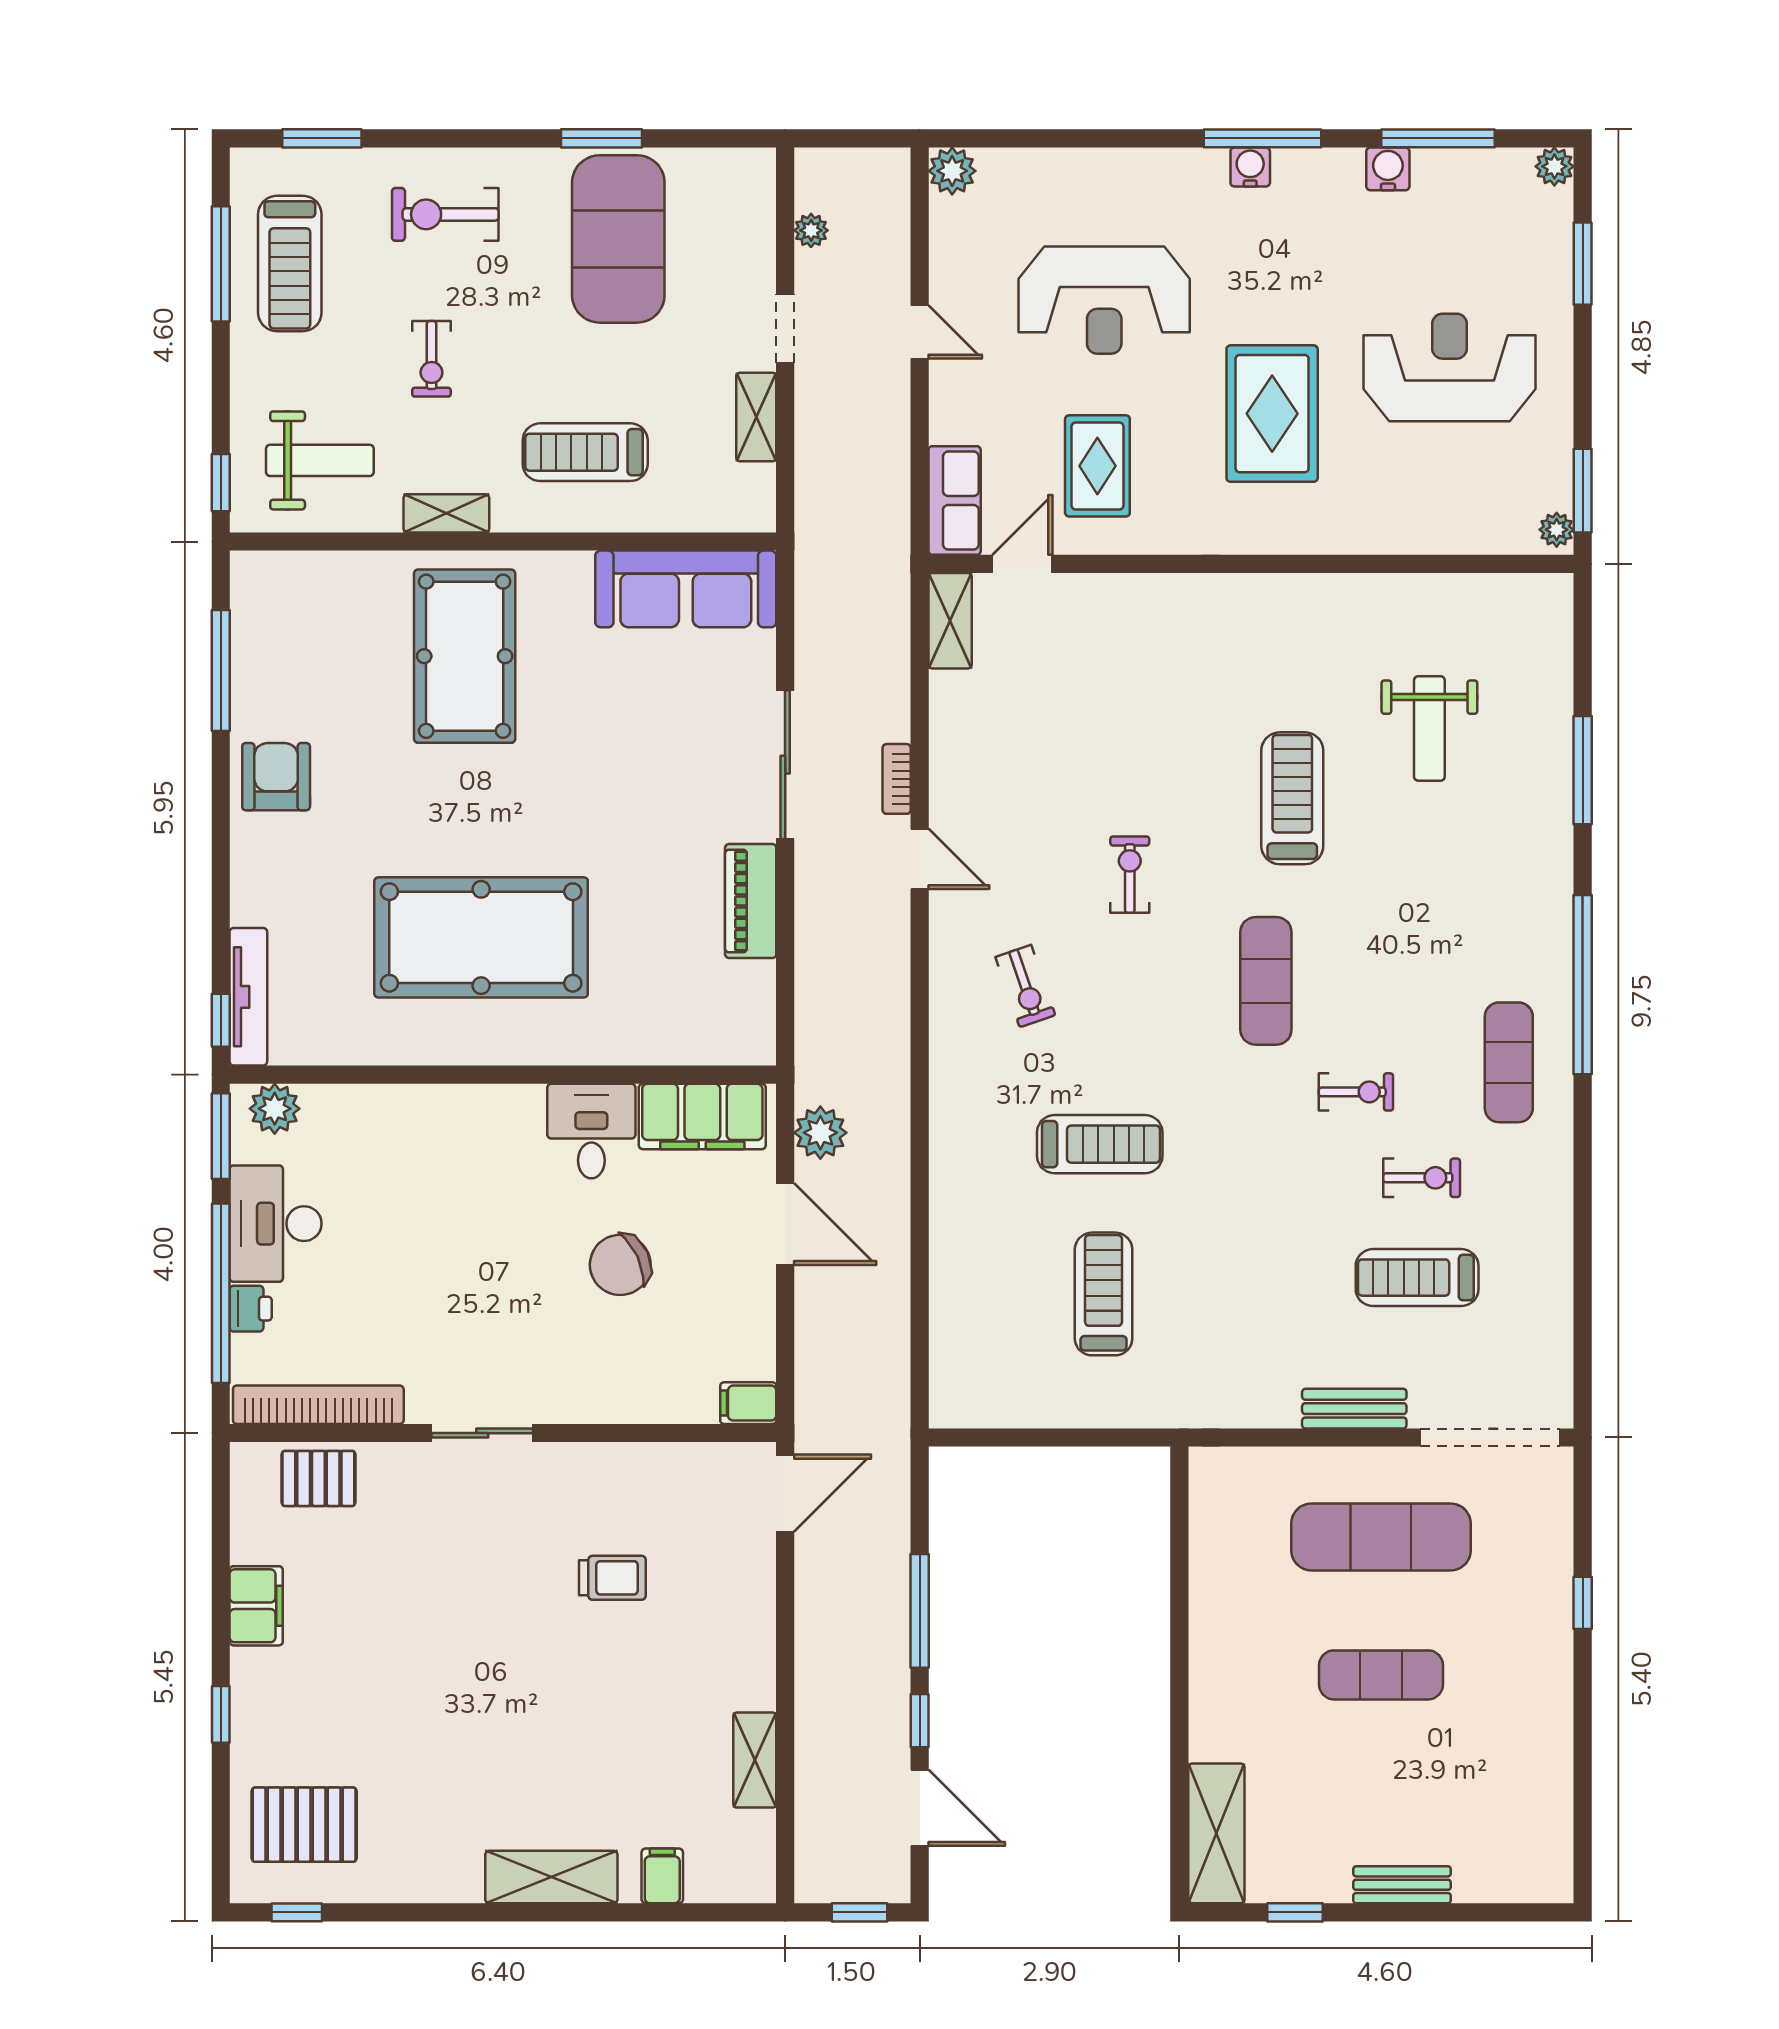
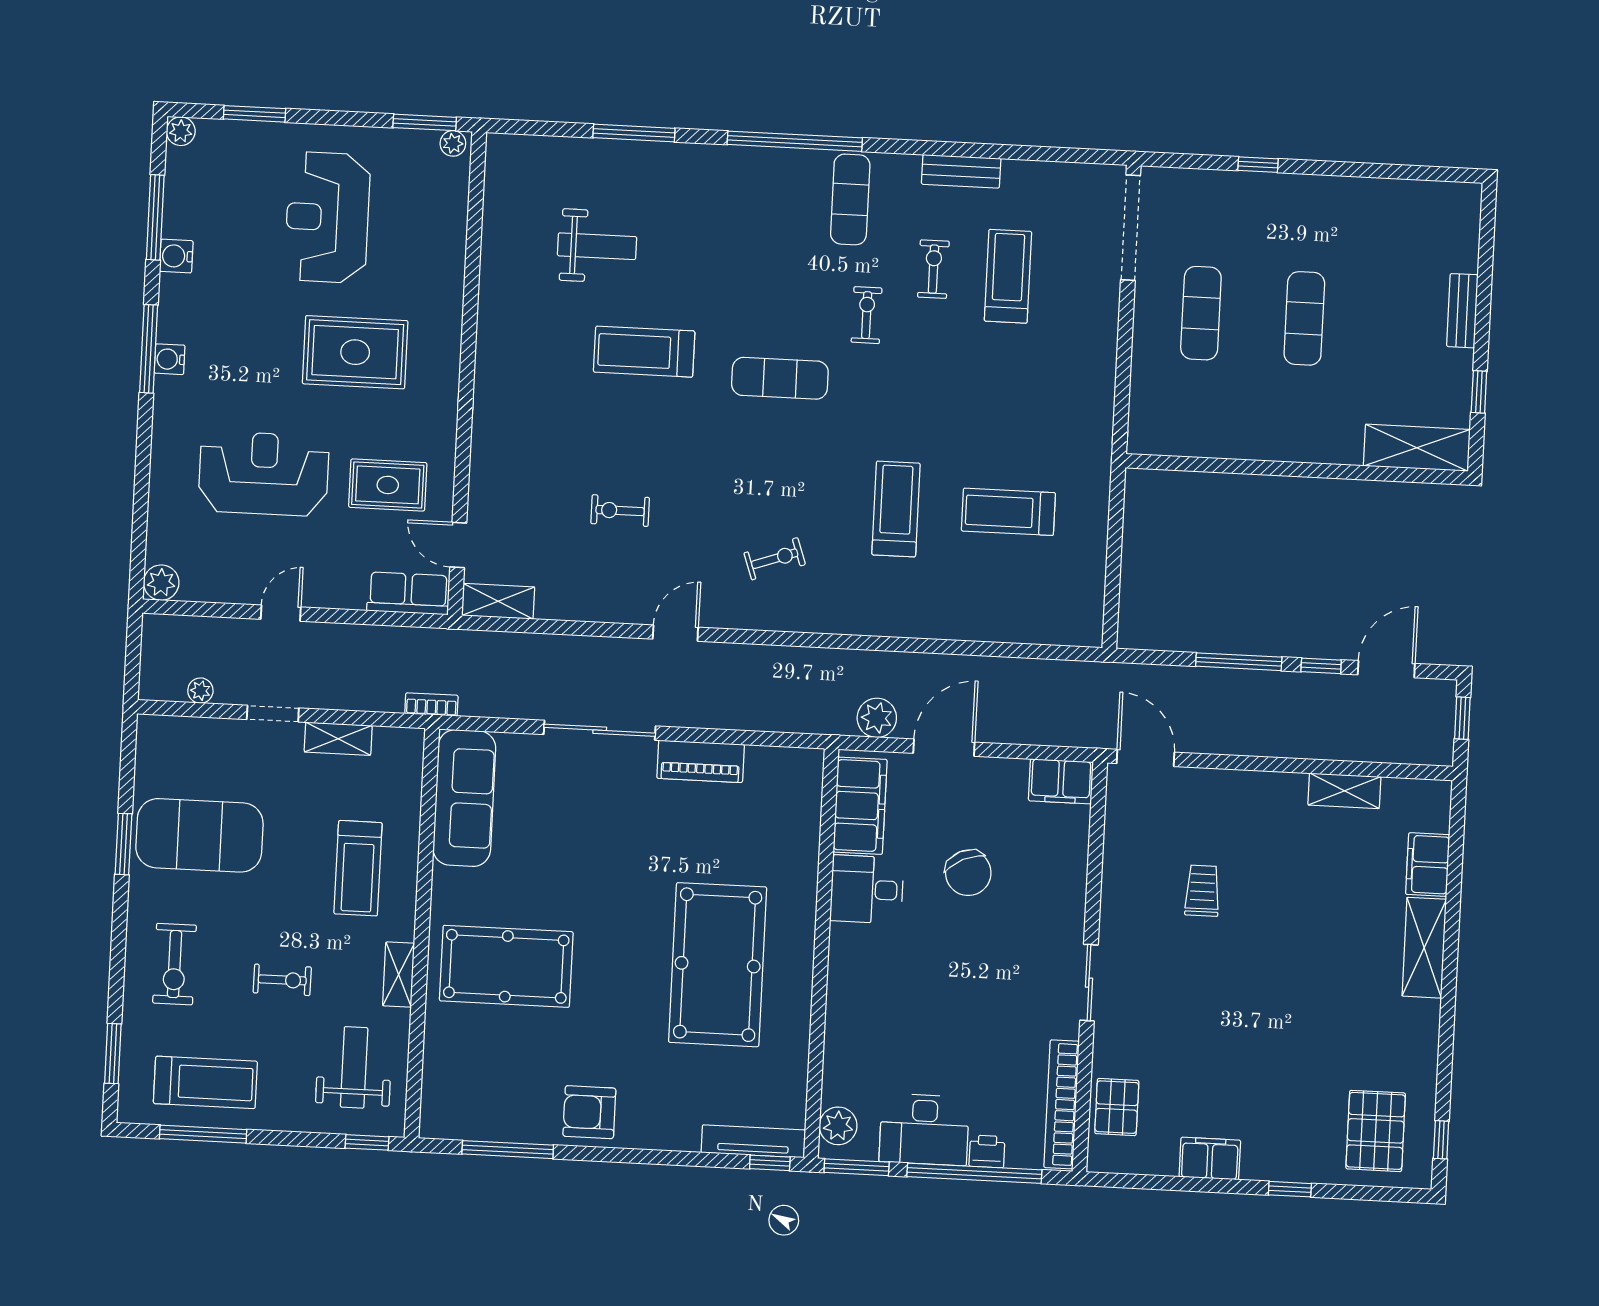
reception desk: (1104, 300) -> (264, 474), turned -90
bookcase: (897, 779) -> (431, 704), moved, turned 180
exercise bike: (1130, 875) -> (620, 511), moved
exercise mat: (1509, 1062) -> (850, 199), turned 90
treadmill: (1417, 1278) -> (1008, 276), turned 180
filing cabinet: (748, 1403) -> (1061, 781), width x2.00
bench: (1354, 1409) -> (961, 171), moved, turned 90
exercise mat: (1381, 1537) -> (1201, 313), width x0.73, depth x0.69
filing cabinet: (662, 1876) -> (1428, 865), width x2.00

